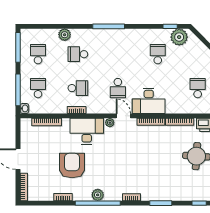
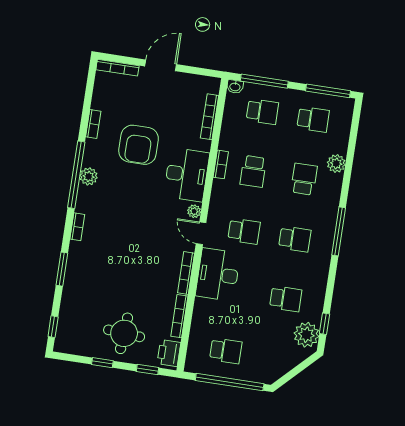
school desk: (118, 54) -> (295, 239), added
school desk: (118, 88) -> (244, 231), turned 180
door: (123, 116) -> (201, 233), swing flipped
armchair: (72, 165) -> (139, 145), turned 90

